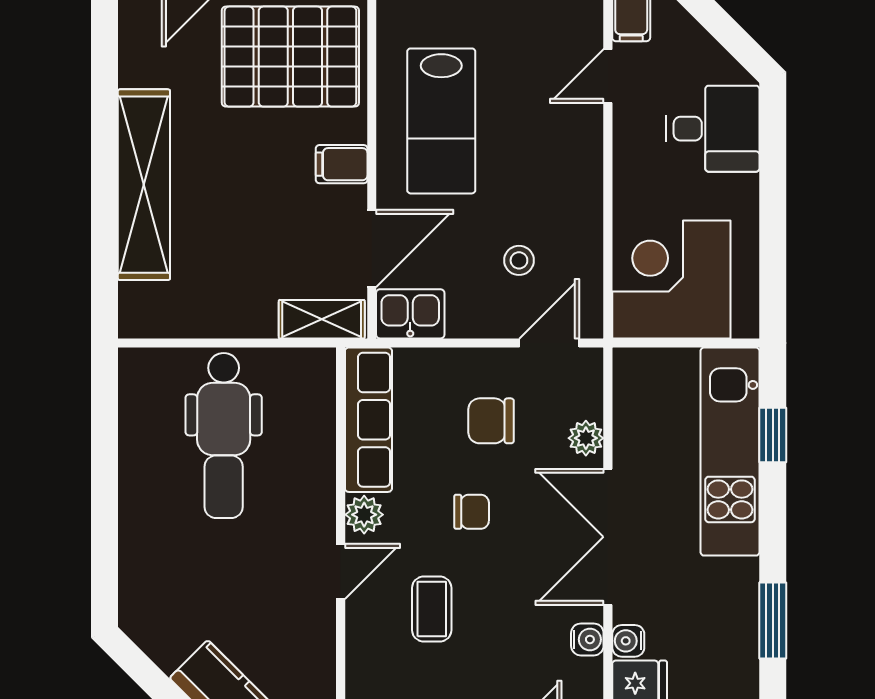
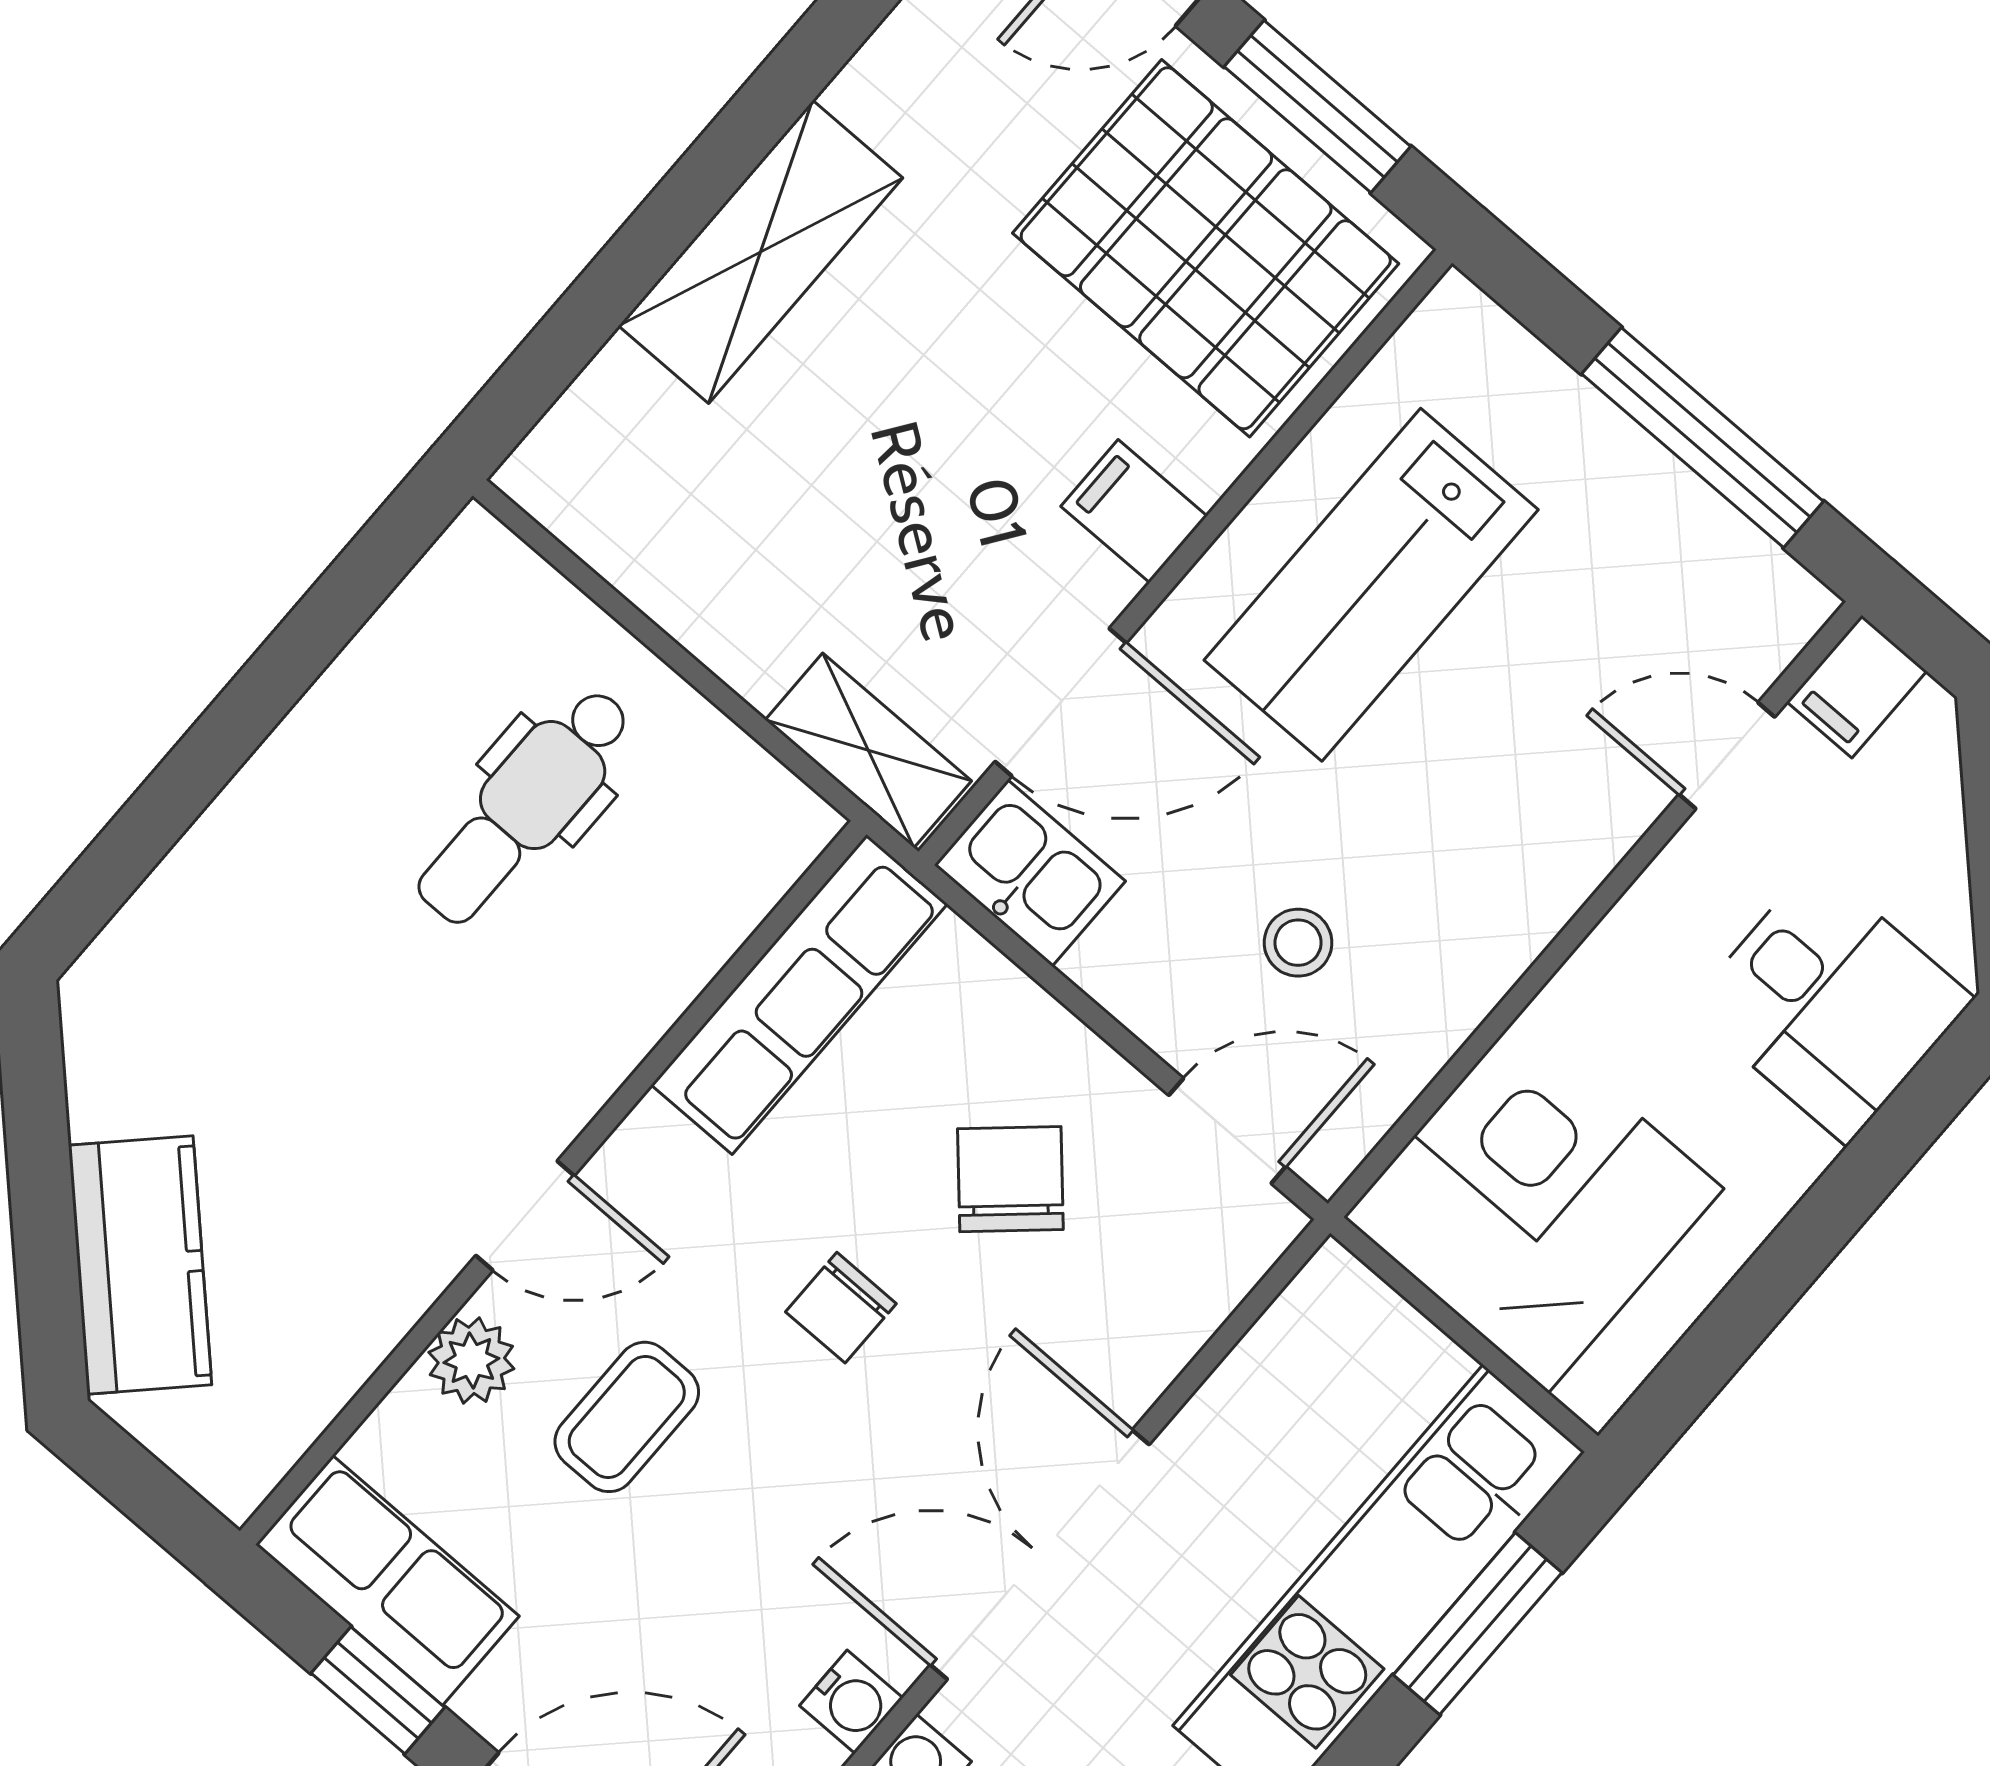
shelving: (144, 185) -> (761, 252), width x0.68
chair: (491, 421) -> (1010, 1179), turned 48
window: (773, 435) -> (1478, 1624), width x1.50
dental chair: (224, 436) -> (525, 806), width x0.73, depth x0.72
plant: (586, 438) -> (1149, 1350), removed
chair: (472, 512) -> (841, 1308), turned 90
plant: (364, 515) -> (471, 1360), moved

